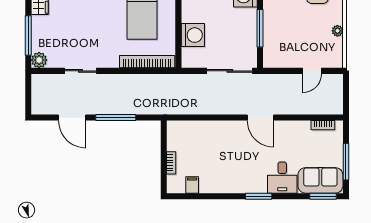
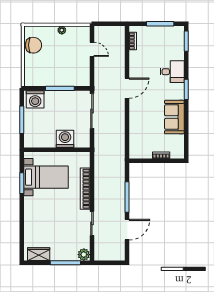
bookcase: (147, 62) -> (85, 189), moved
sofa: (320, 180) -> (174, 117), moved
filing cabinet: (192, 185) -> (178, 139), removed

